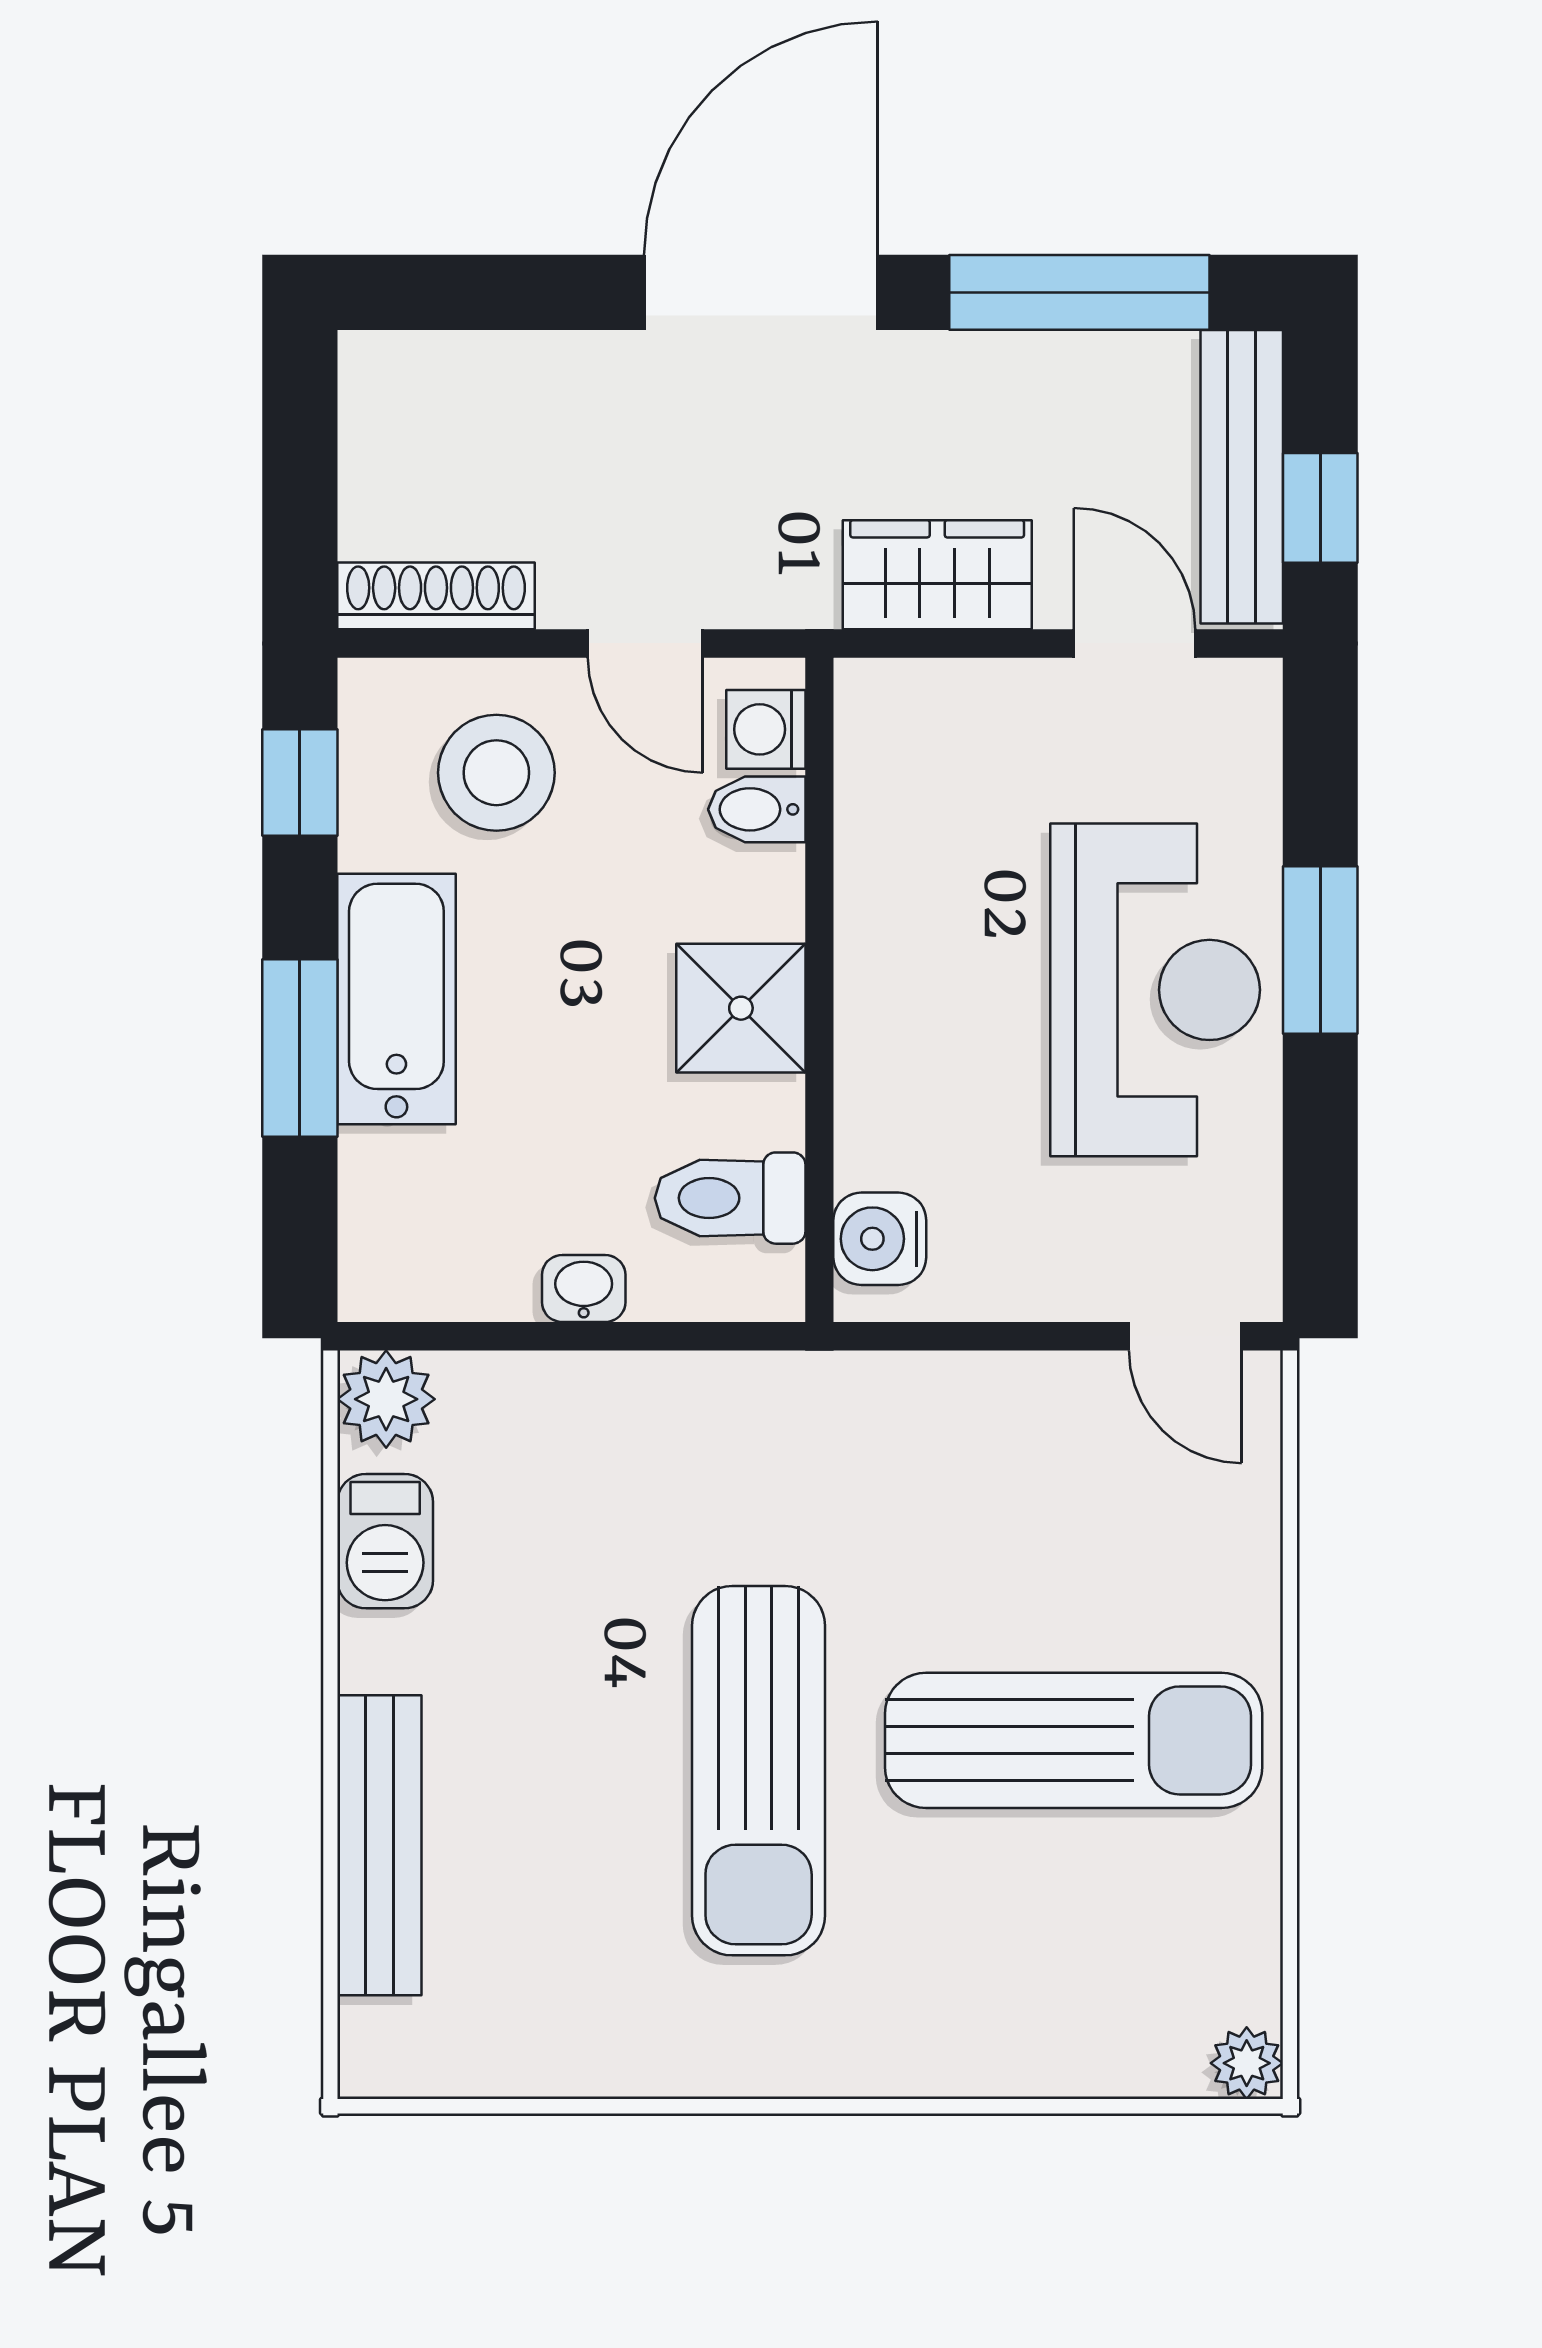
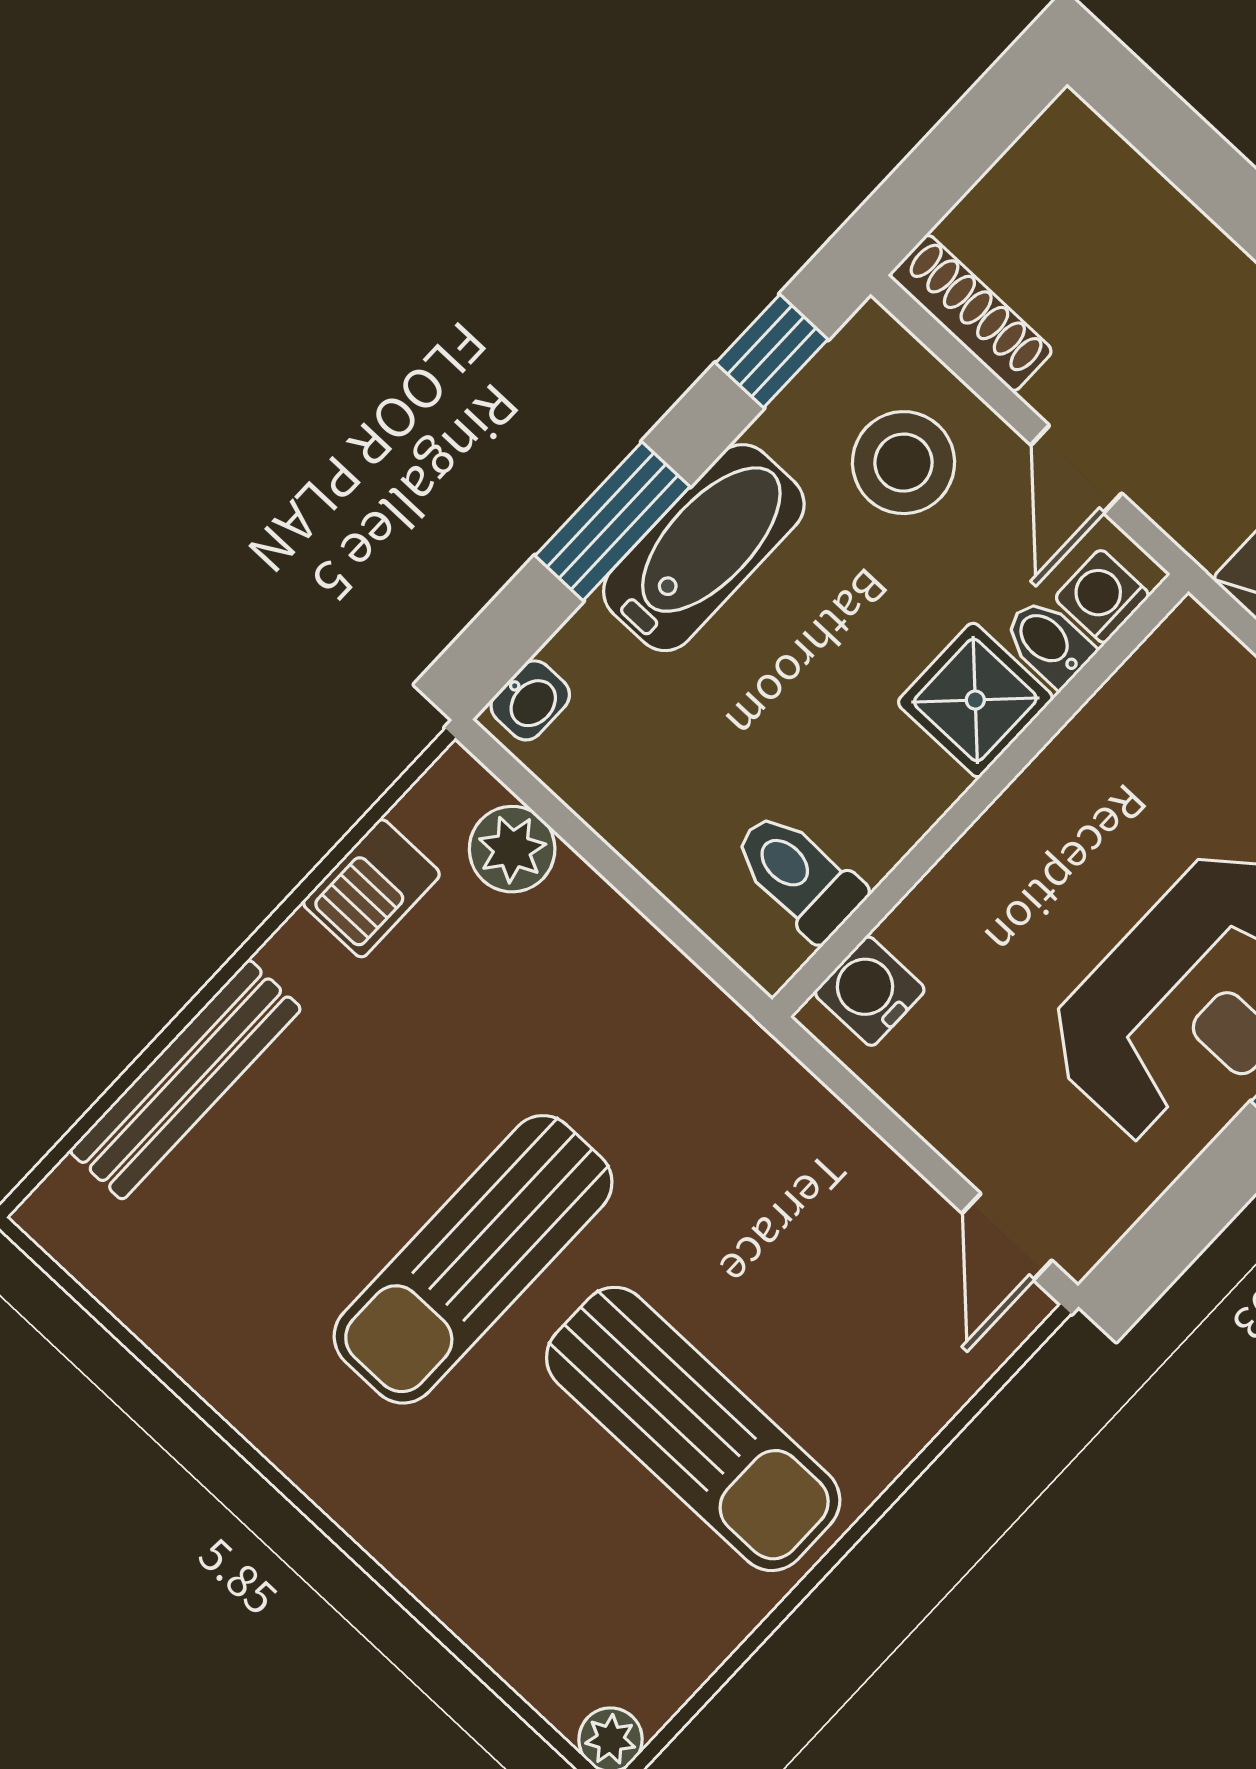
shower: (741, 1008) -> (975, 700), moved
washbasin: (584, 1289) -> (530, 700), moved, turned 90
plant: (386, 1399) -> (512, 849), moved

